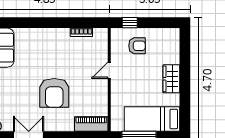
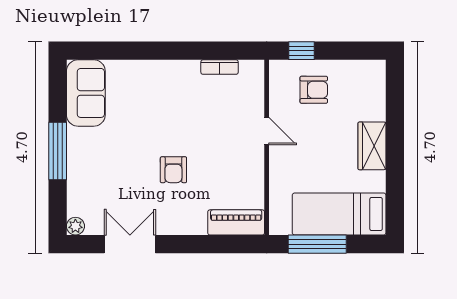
door: (109, 70) -> (267, 131), swing flipped
armchair: (54, 93) -> (173, 170), width x0.53, depth x0.53

